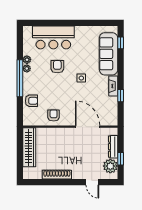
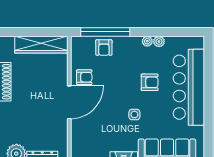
bar counter: (53, 37) -> (189, 87), width x1.36
window: (20, 78) -> (105, 32), moved
door: (88, 127) -> (69, 102), moved

